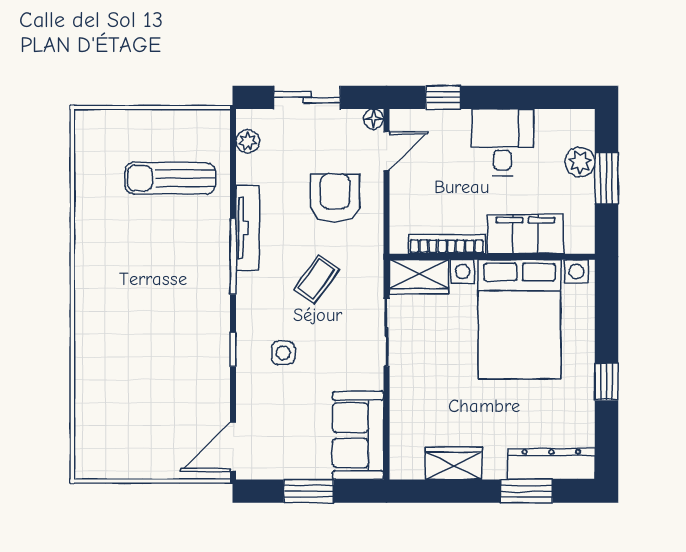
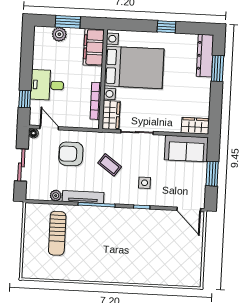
plant: (248, 141) -> (56, 196), moved
desk: (503, 142) -> (47, 85), moved
filing cabinet: (525, 234) -> (94, 47), moved
wardrobe: (454, 463) -> (195, 126), moved, turned 90

